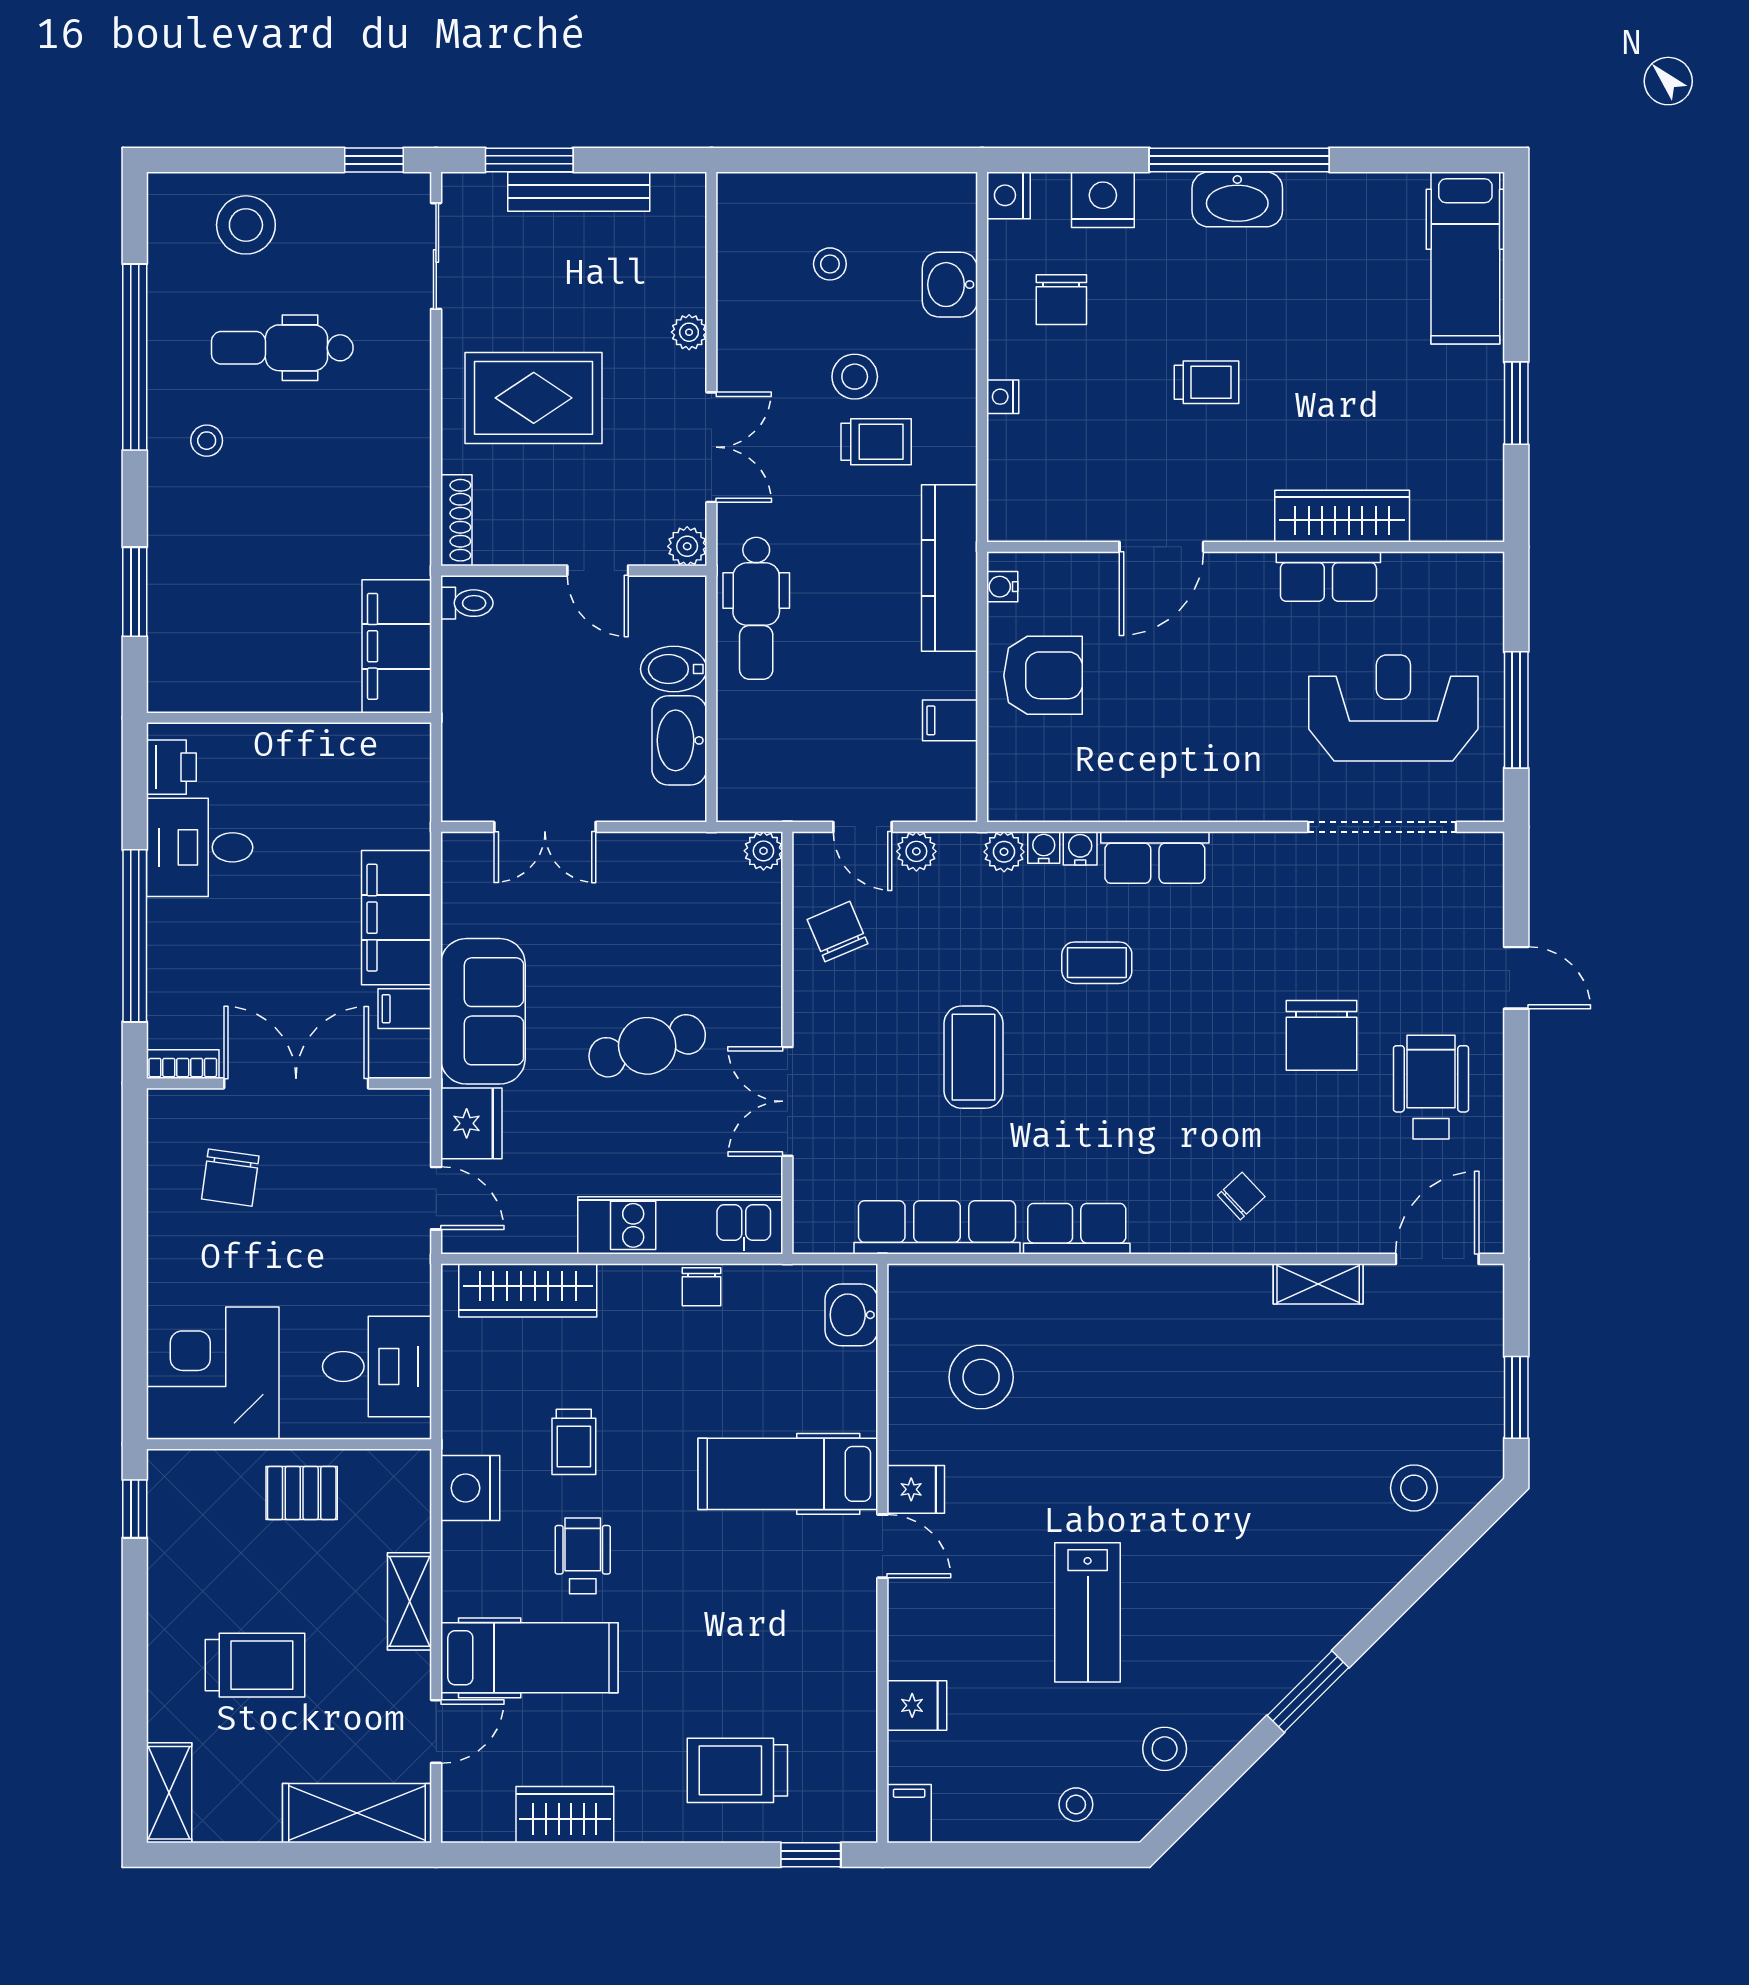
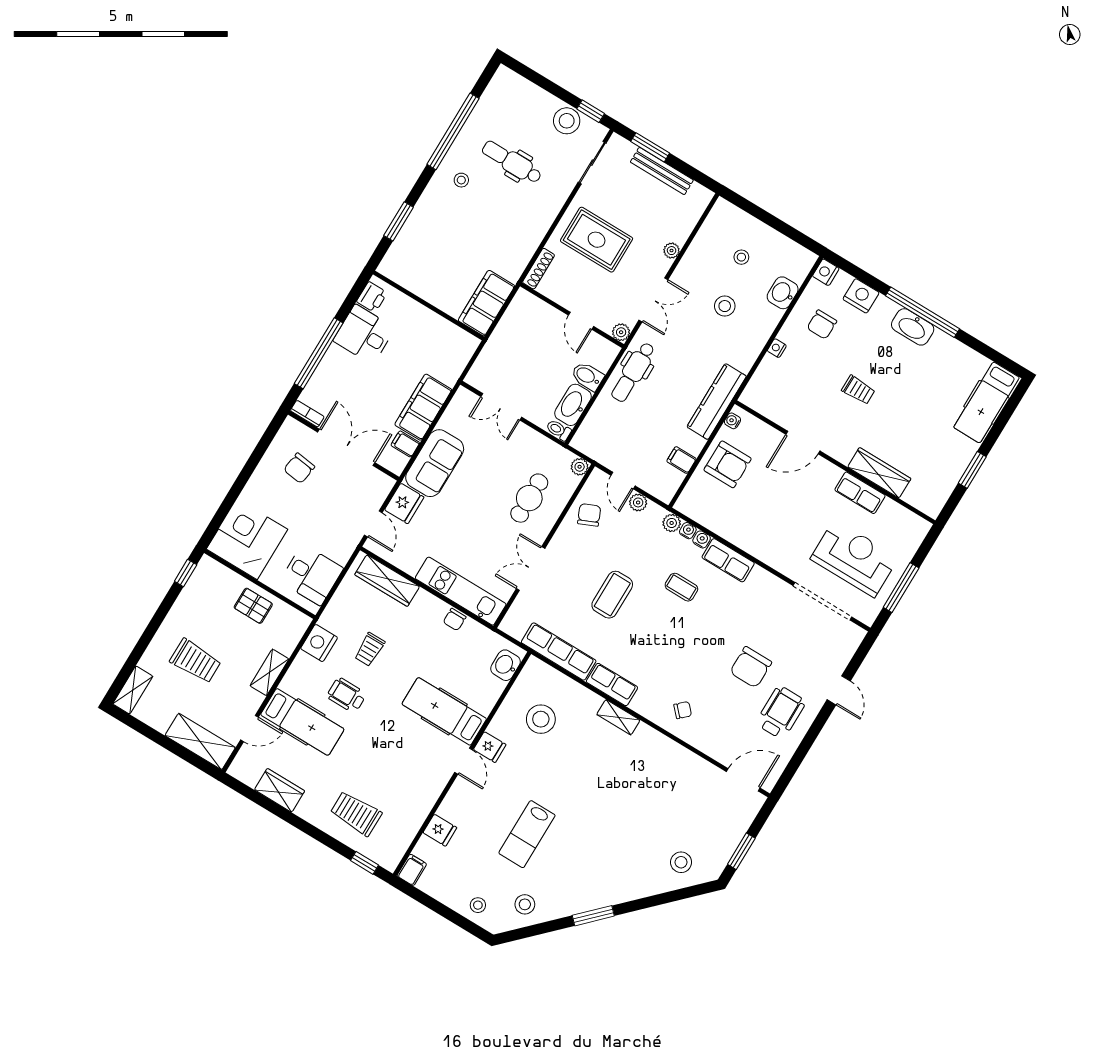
stool: (246, 225) -> (567, 121), moved
trolley: (876, 442) -> (718, 336), removed
toilet: (467, 603) -> (559, 430), moved, turned 180
cafe table: (647, 1046) -> (529, 498), moved, turned -74
shelving: (1318, 1284) -> (618, 717), moved
wheelchair: (583, 1556) -> (347, 695), turned -90

